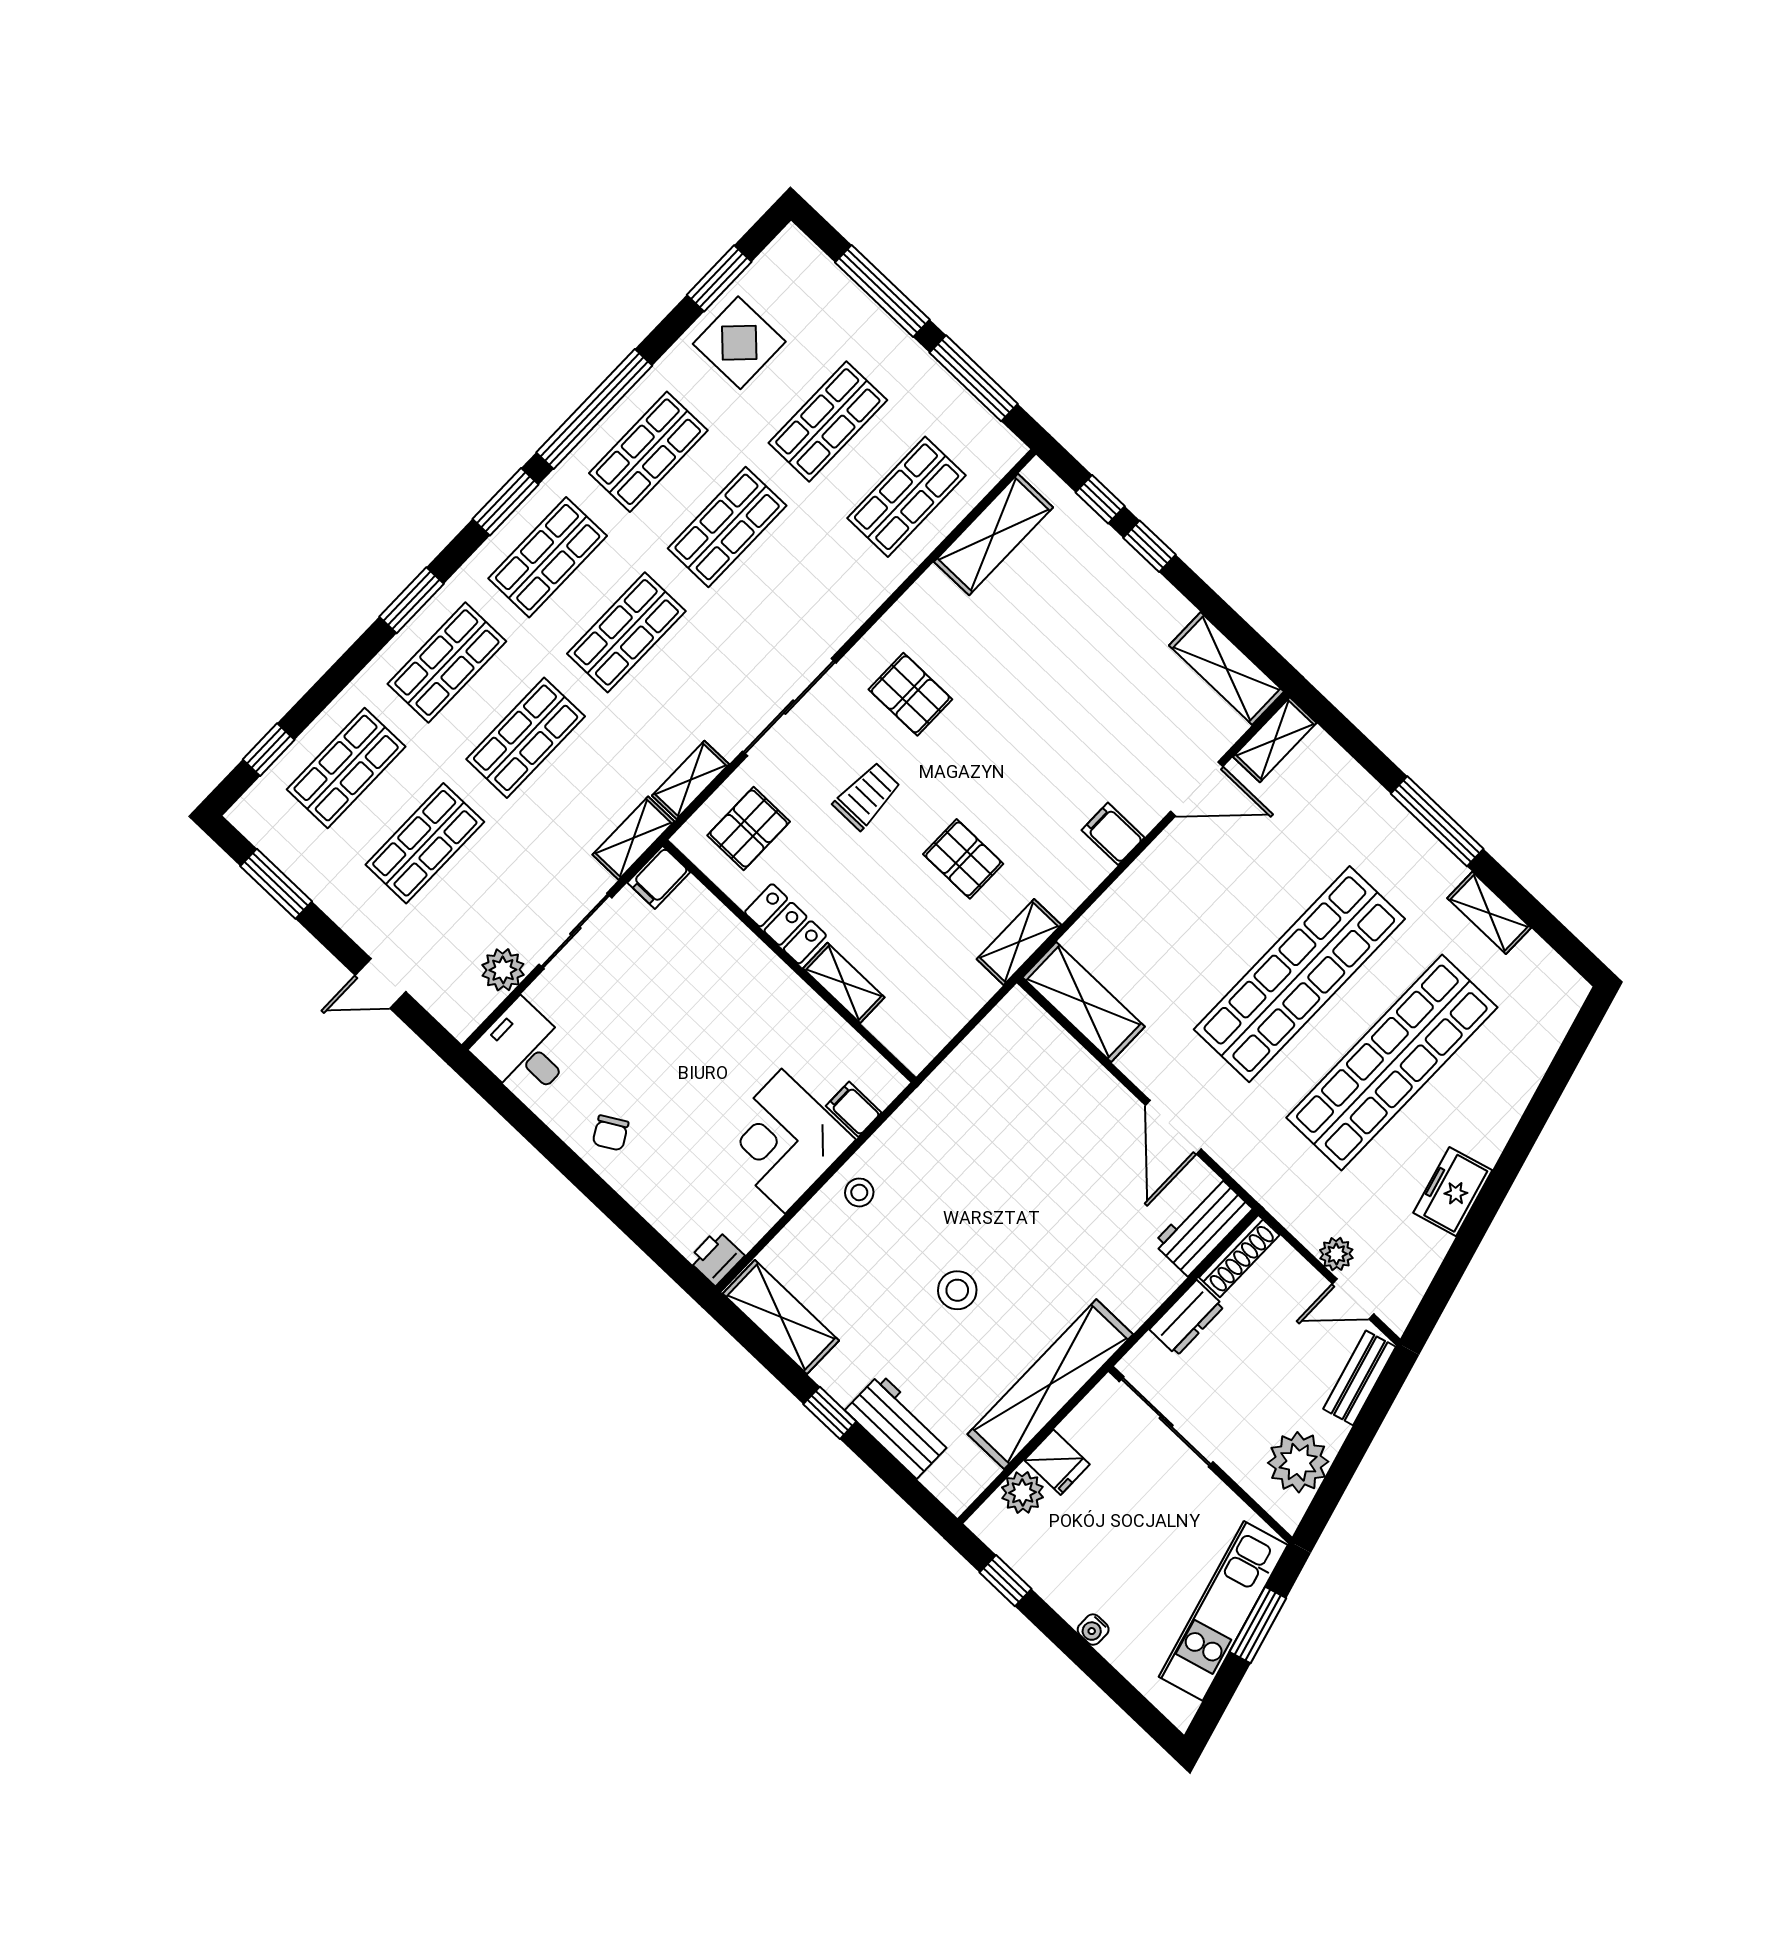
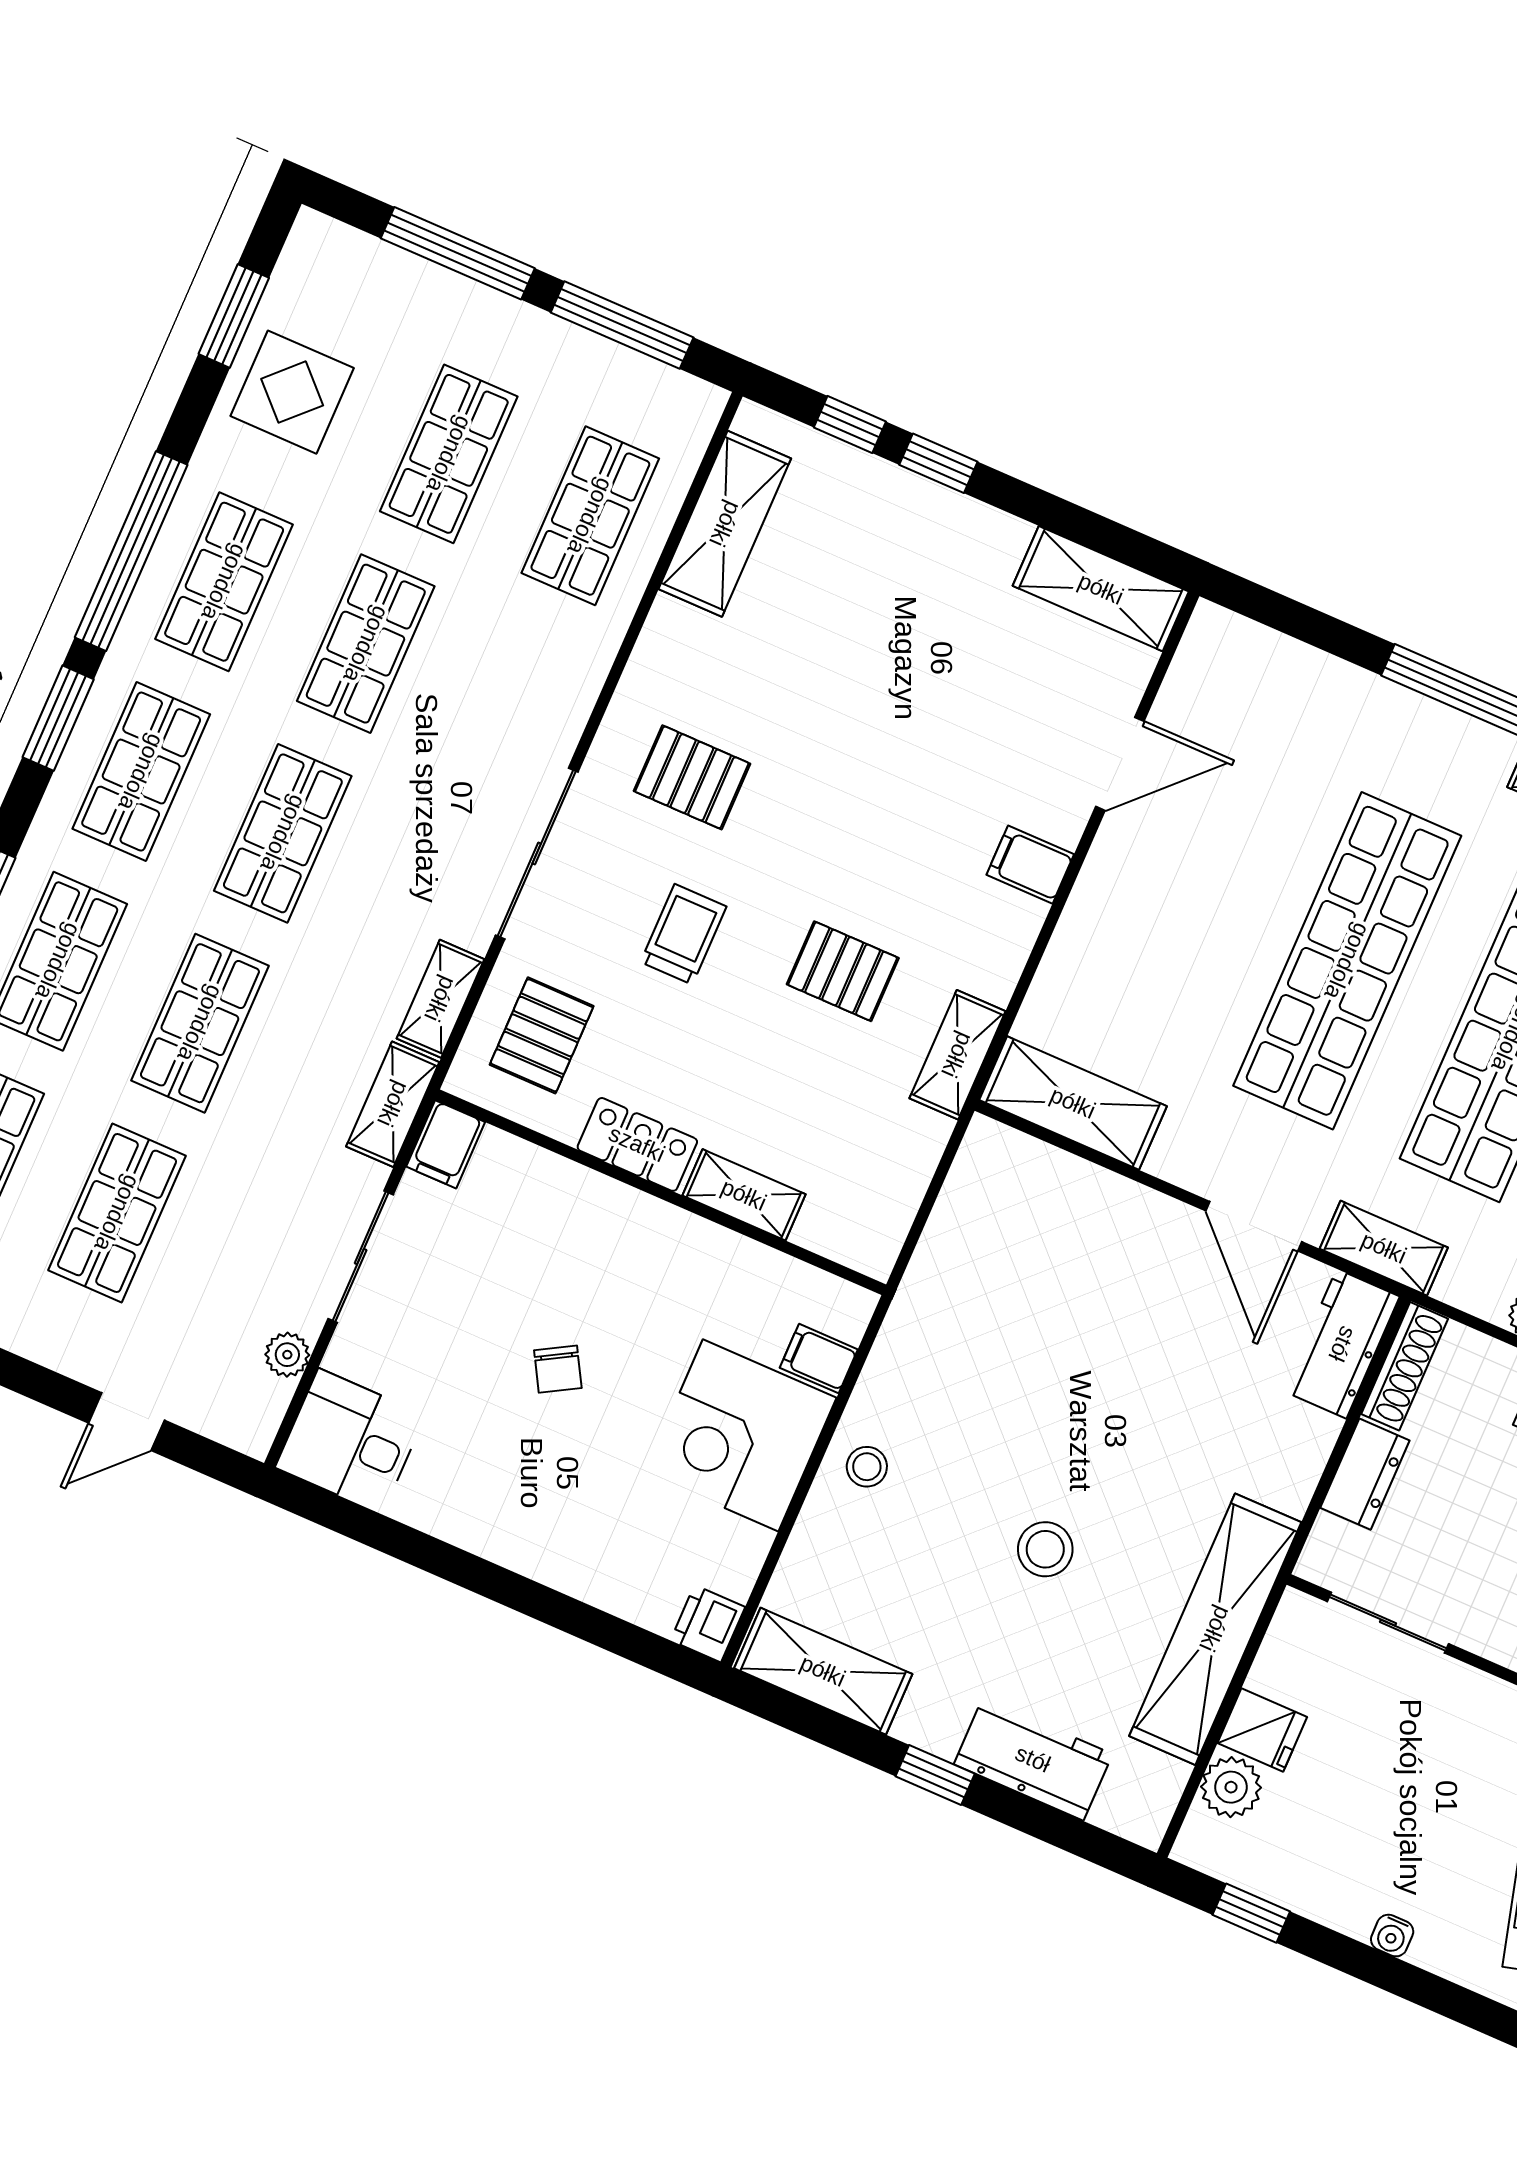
shelving: (1275, 740) -> (1384, 1248), moved, turned 90
plant: (503, 970) -> (287, 1355), width x0.73, depth x0.73
chair: (611, 1133) -> (558, 1369), moved
sliding door: (1166, 1422) -> (1388, 1623), width x0.73

